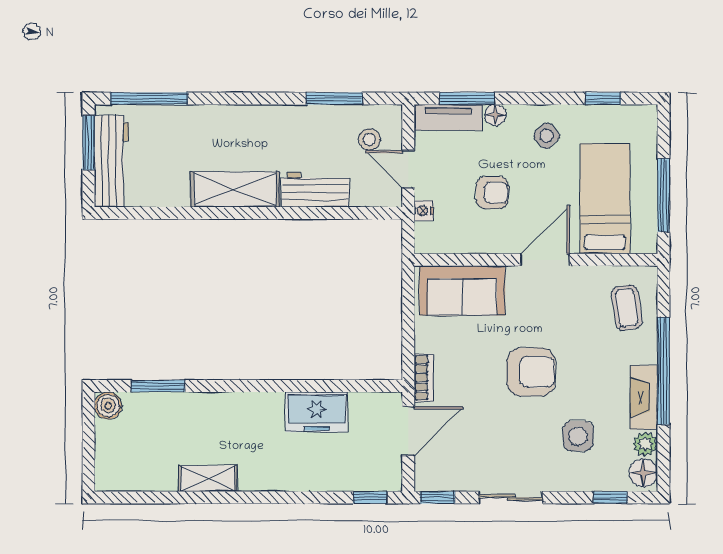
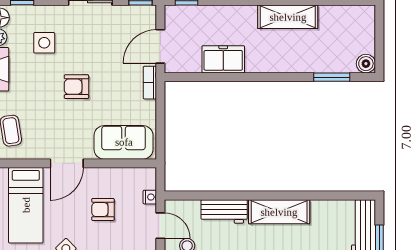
armchair: (531, 372) -> (76, 87), width x0.72, depth x0.72
shelving: (208, 478) -> (288, 17), width x1.50, depth x1.33

